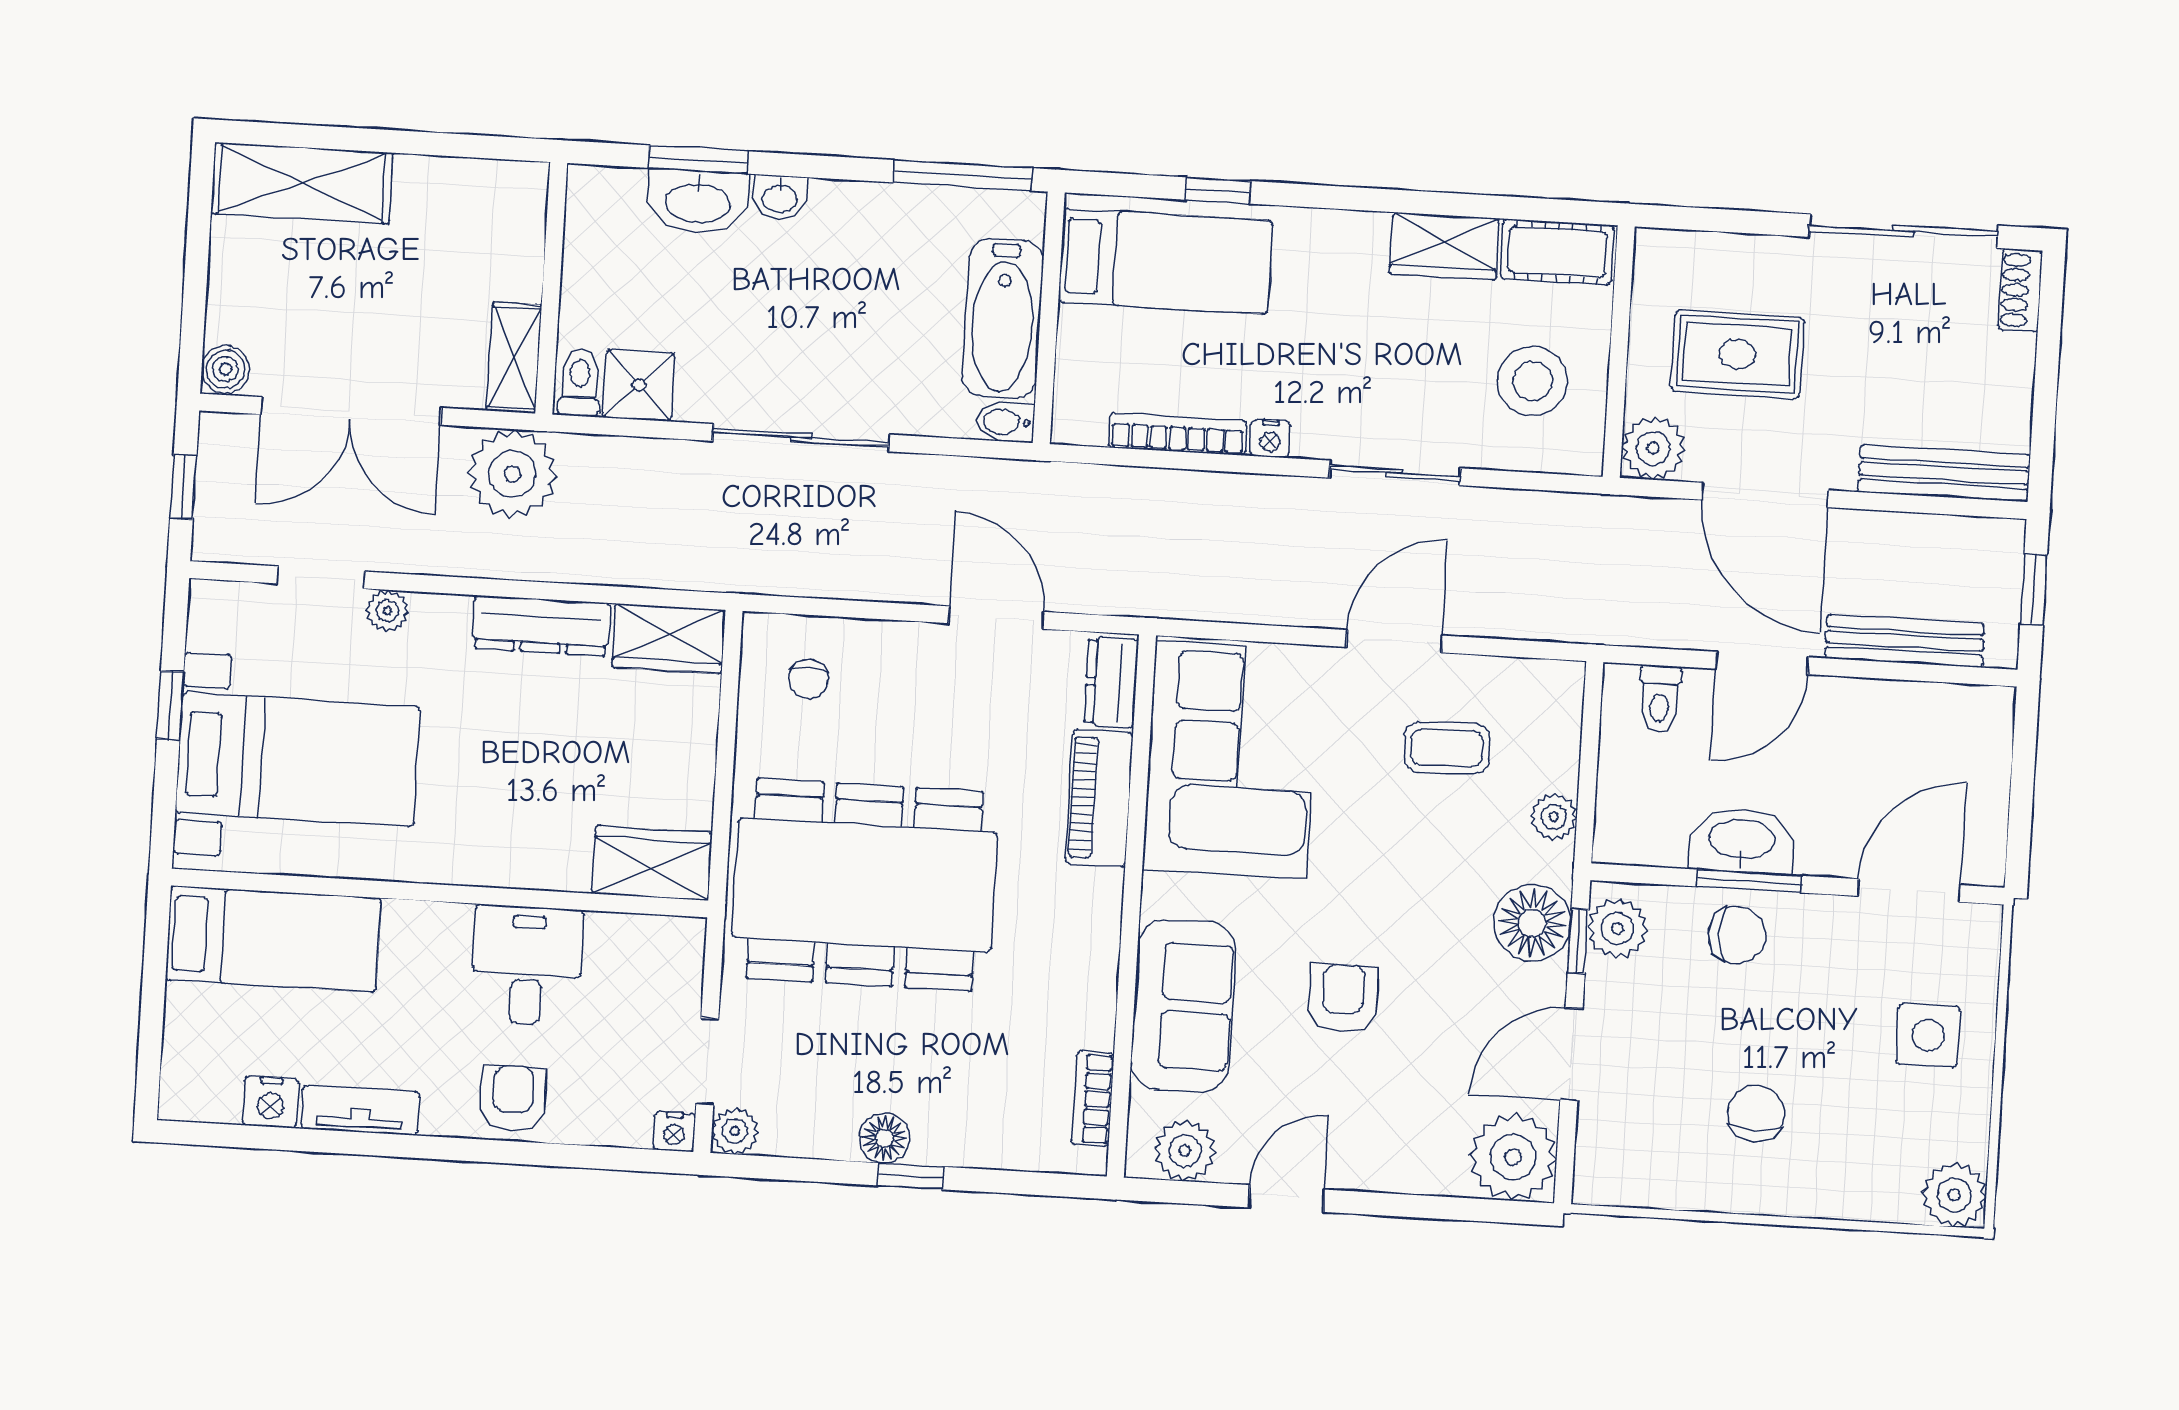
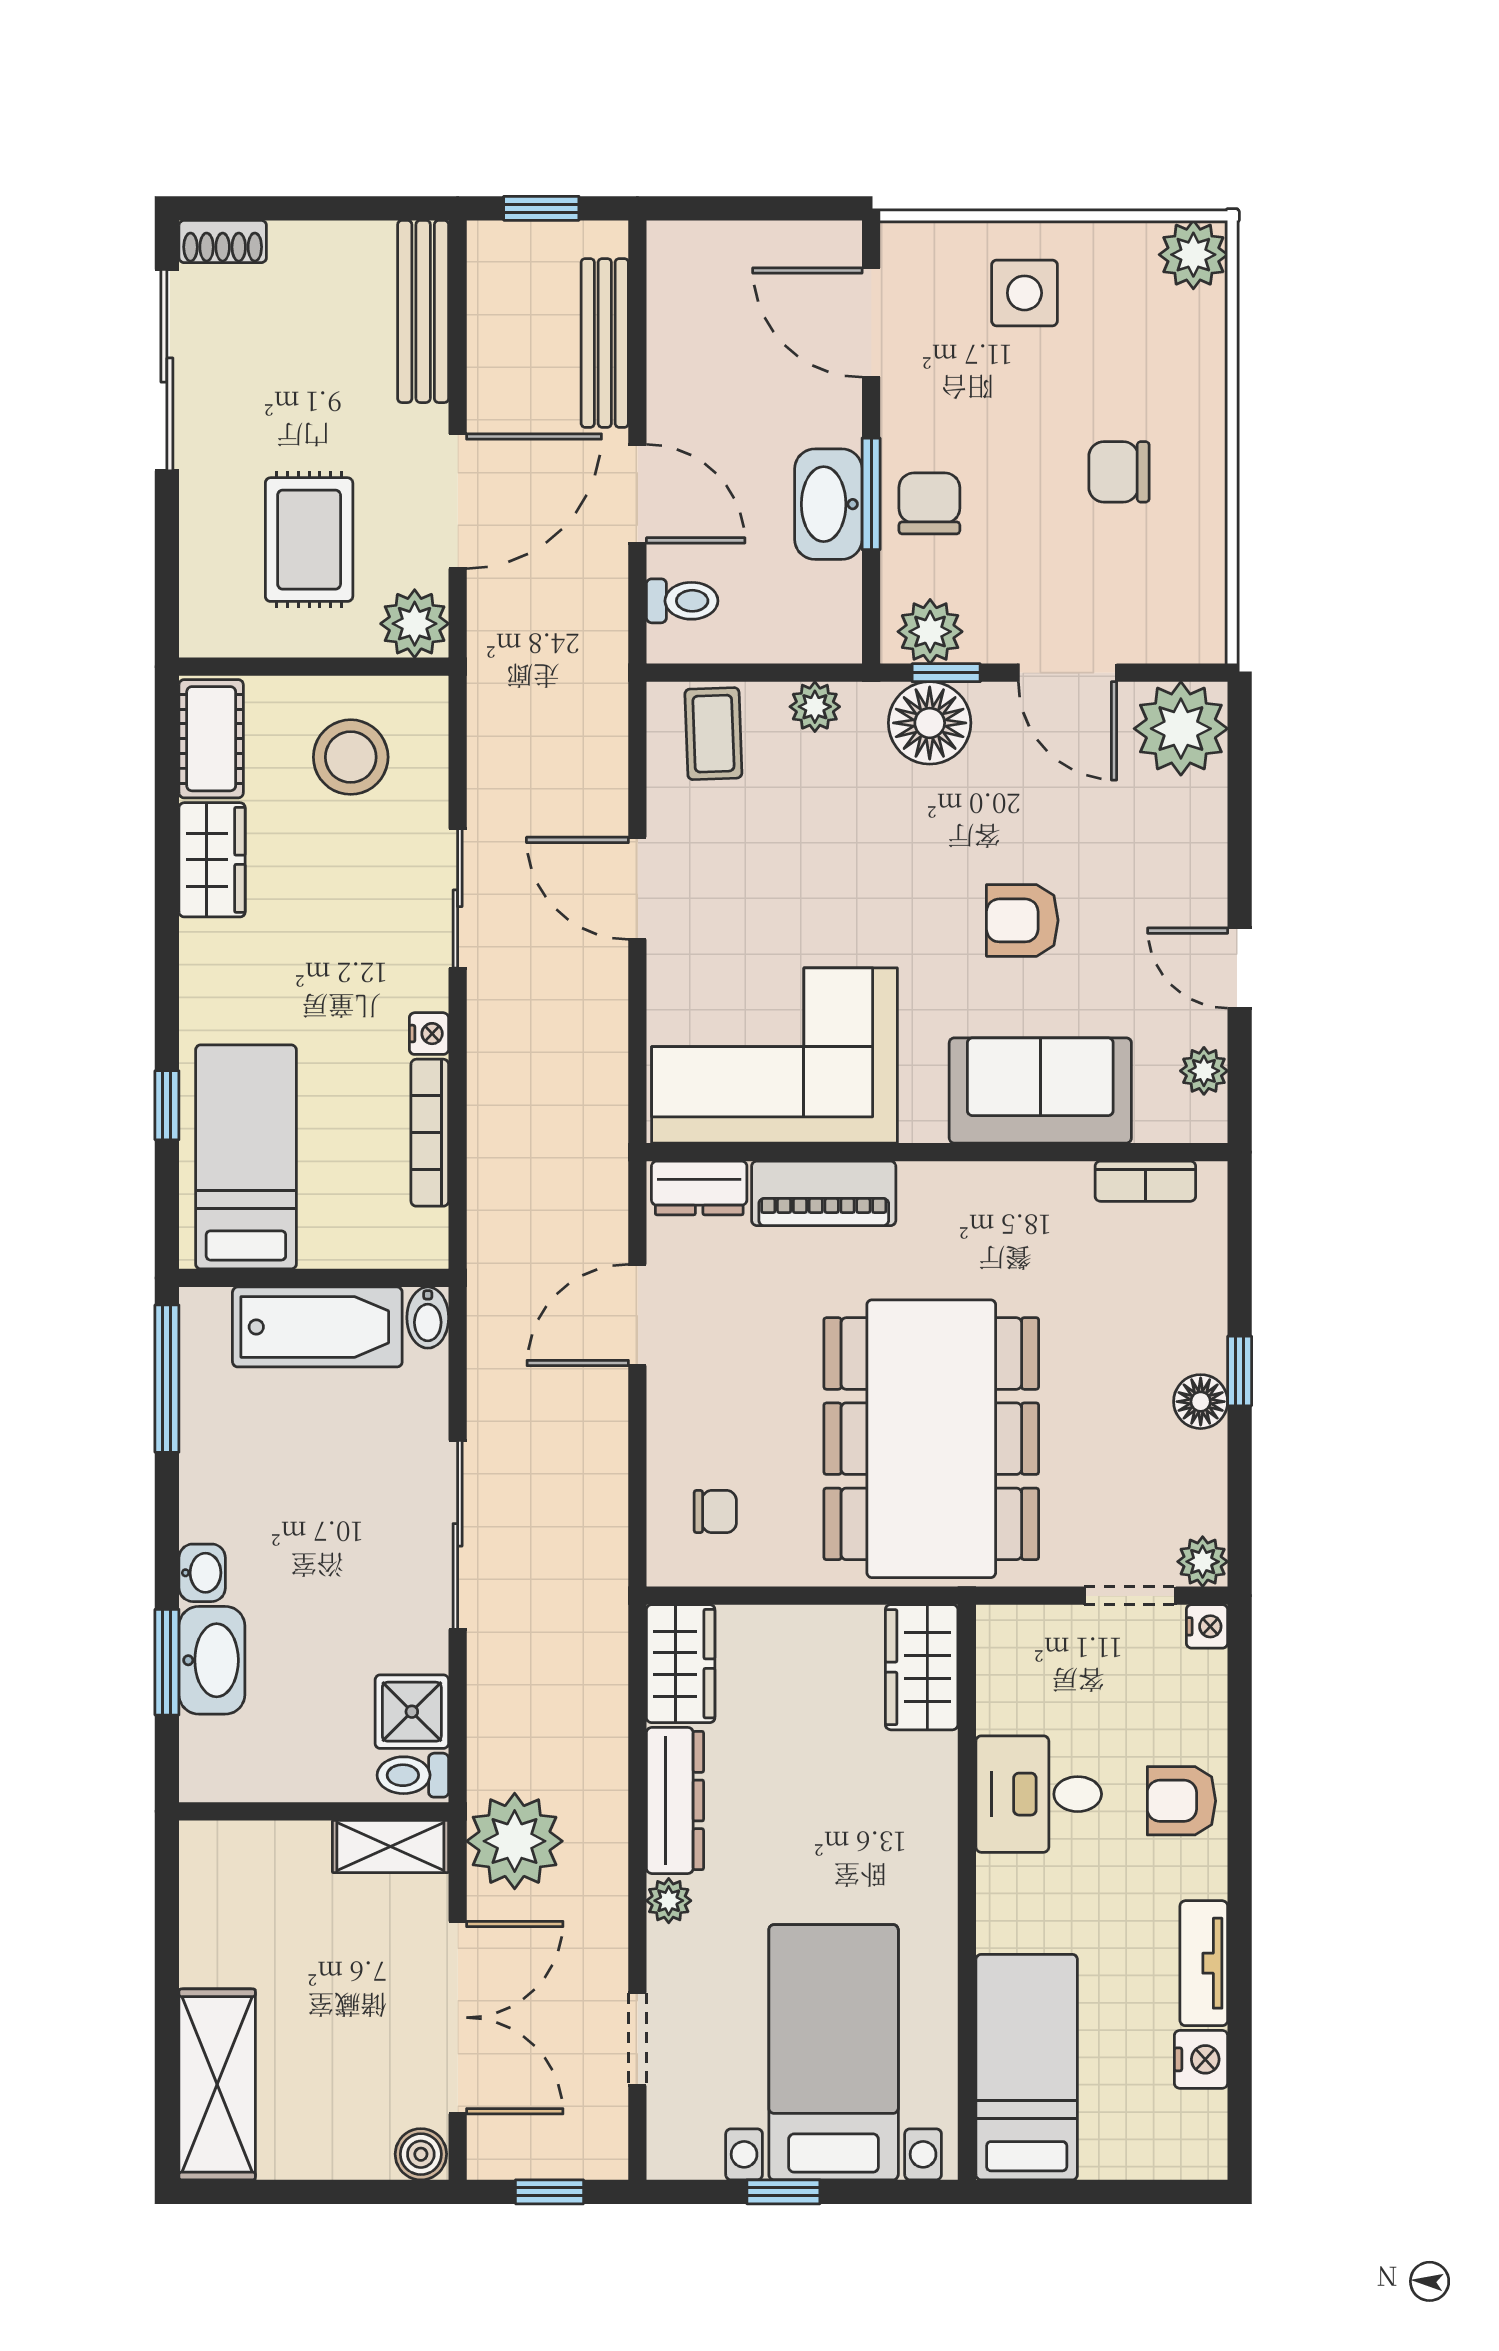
plant: (387, 611) -> (669, 1901), moved
coffee table: (1447, 748) -> (713, 734), moved
plant: (1185, 1151) -> (1204, 1071), width x0.73, depth x0.73

